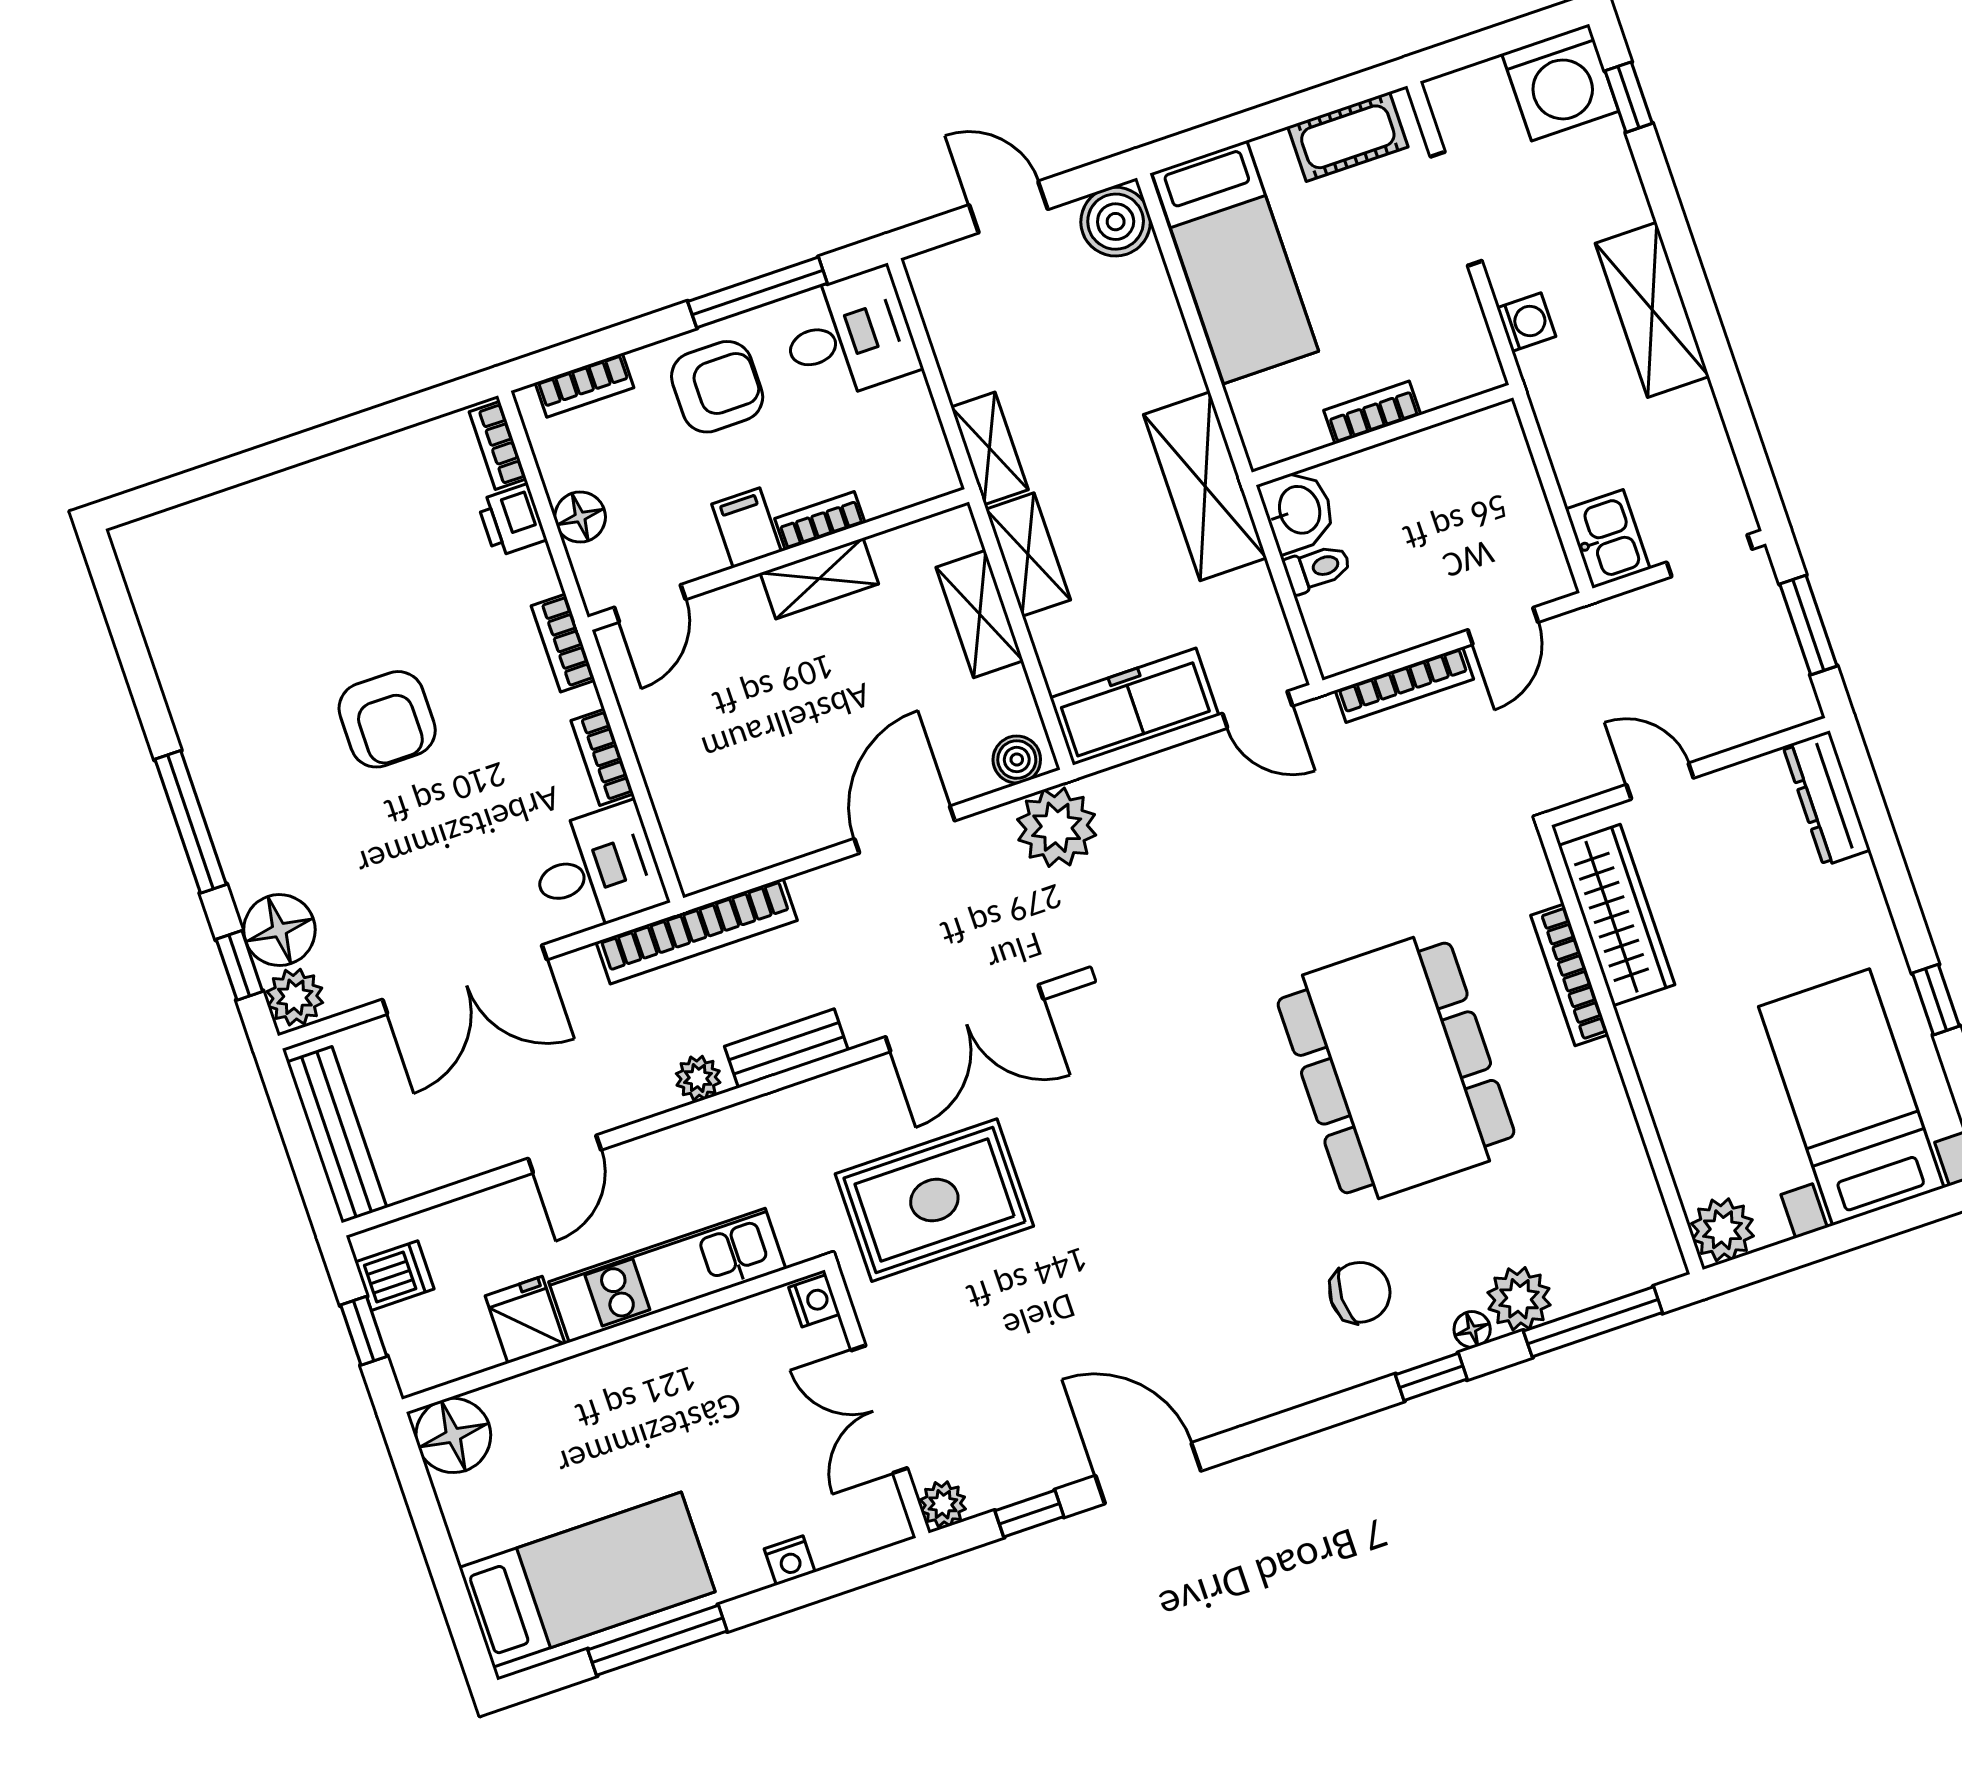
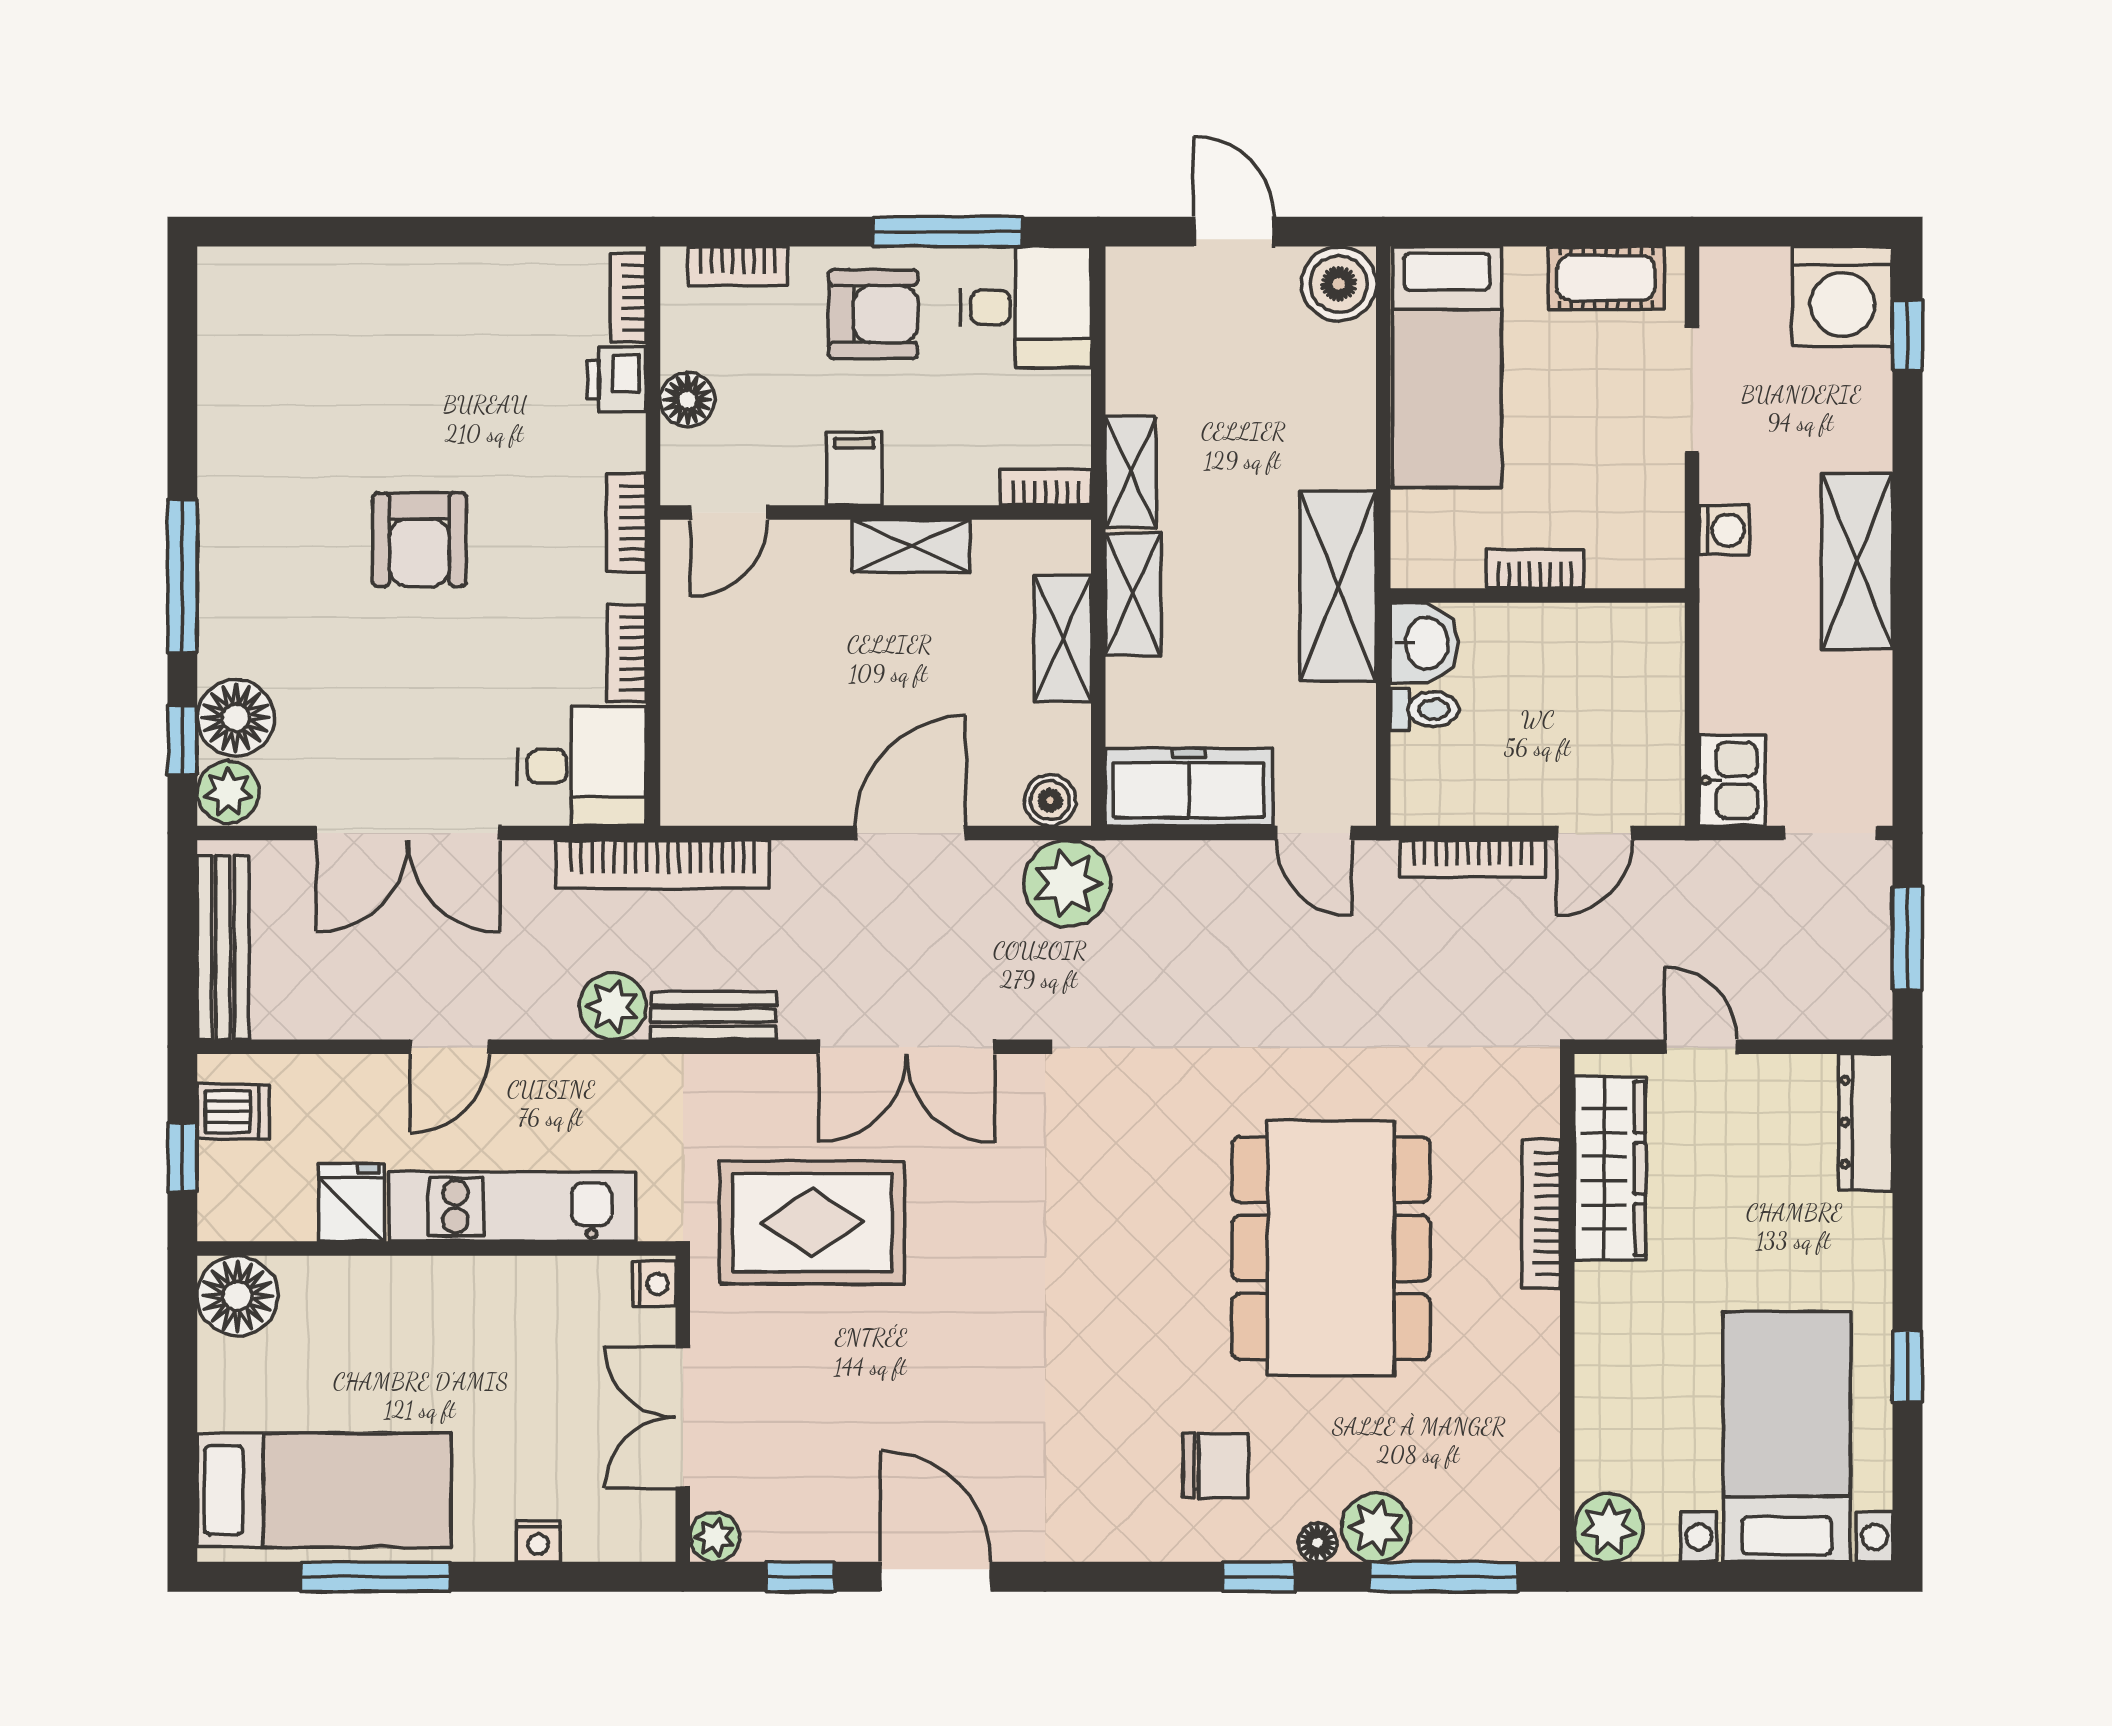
bookcase: (820, 521) -> (1046, 487), moved
plant: (698, 1078) -> (613, 1006), width x1.38, depth x1.38

